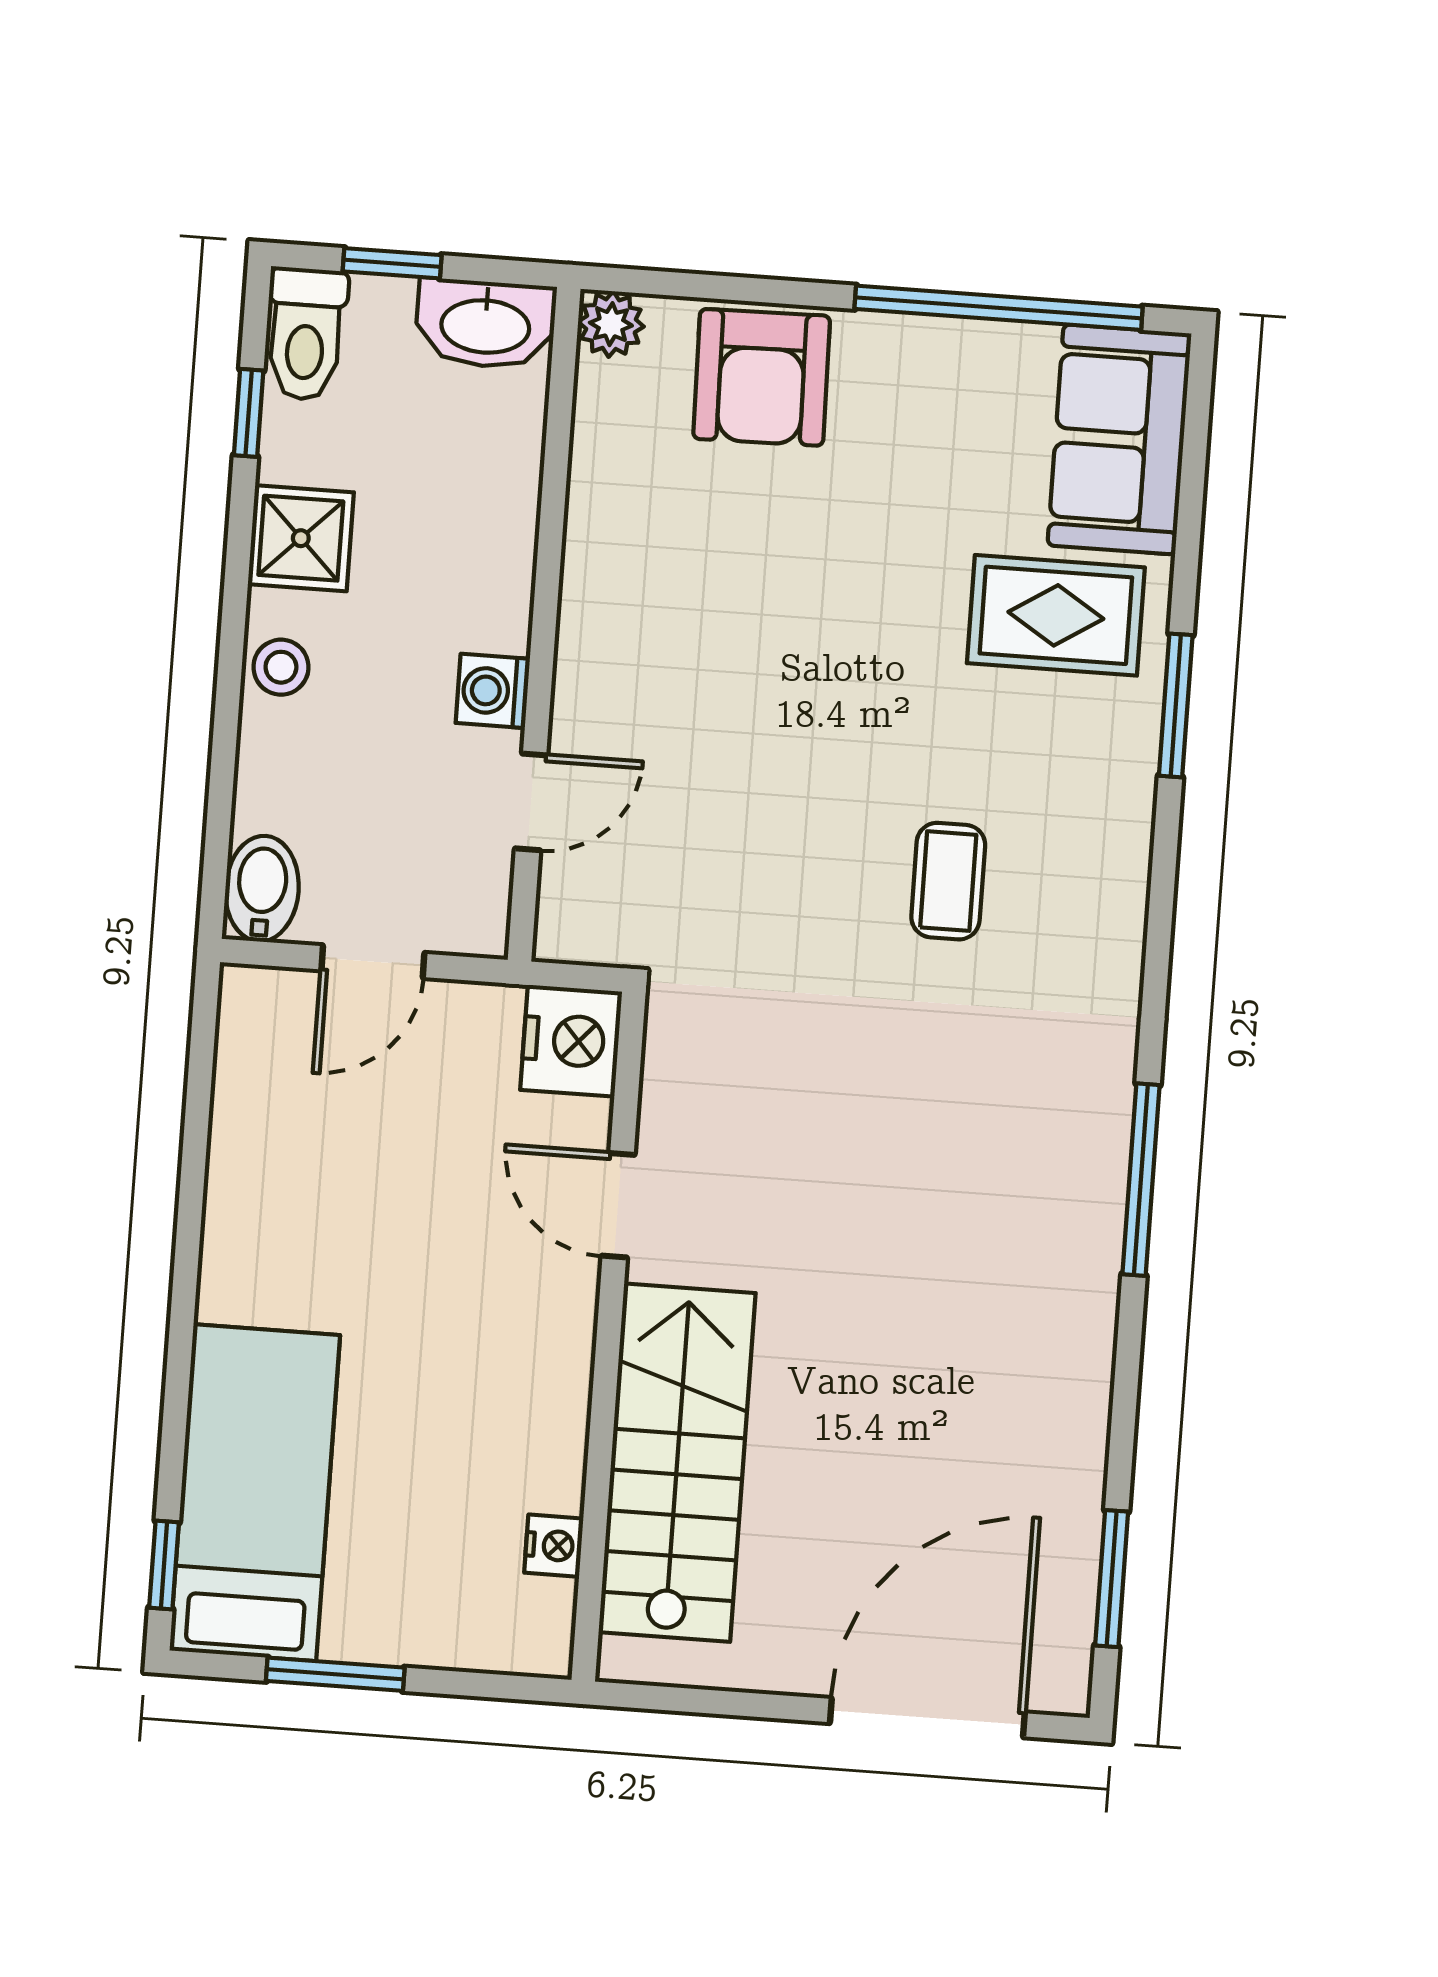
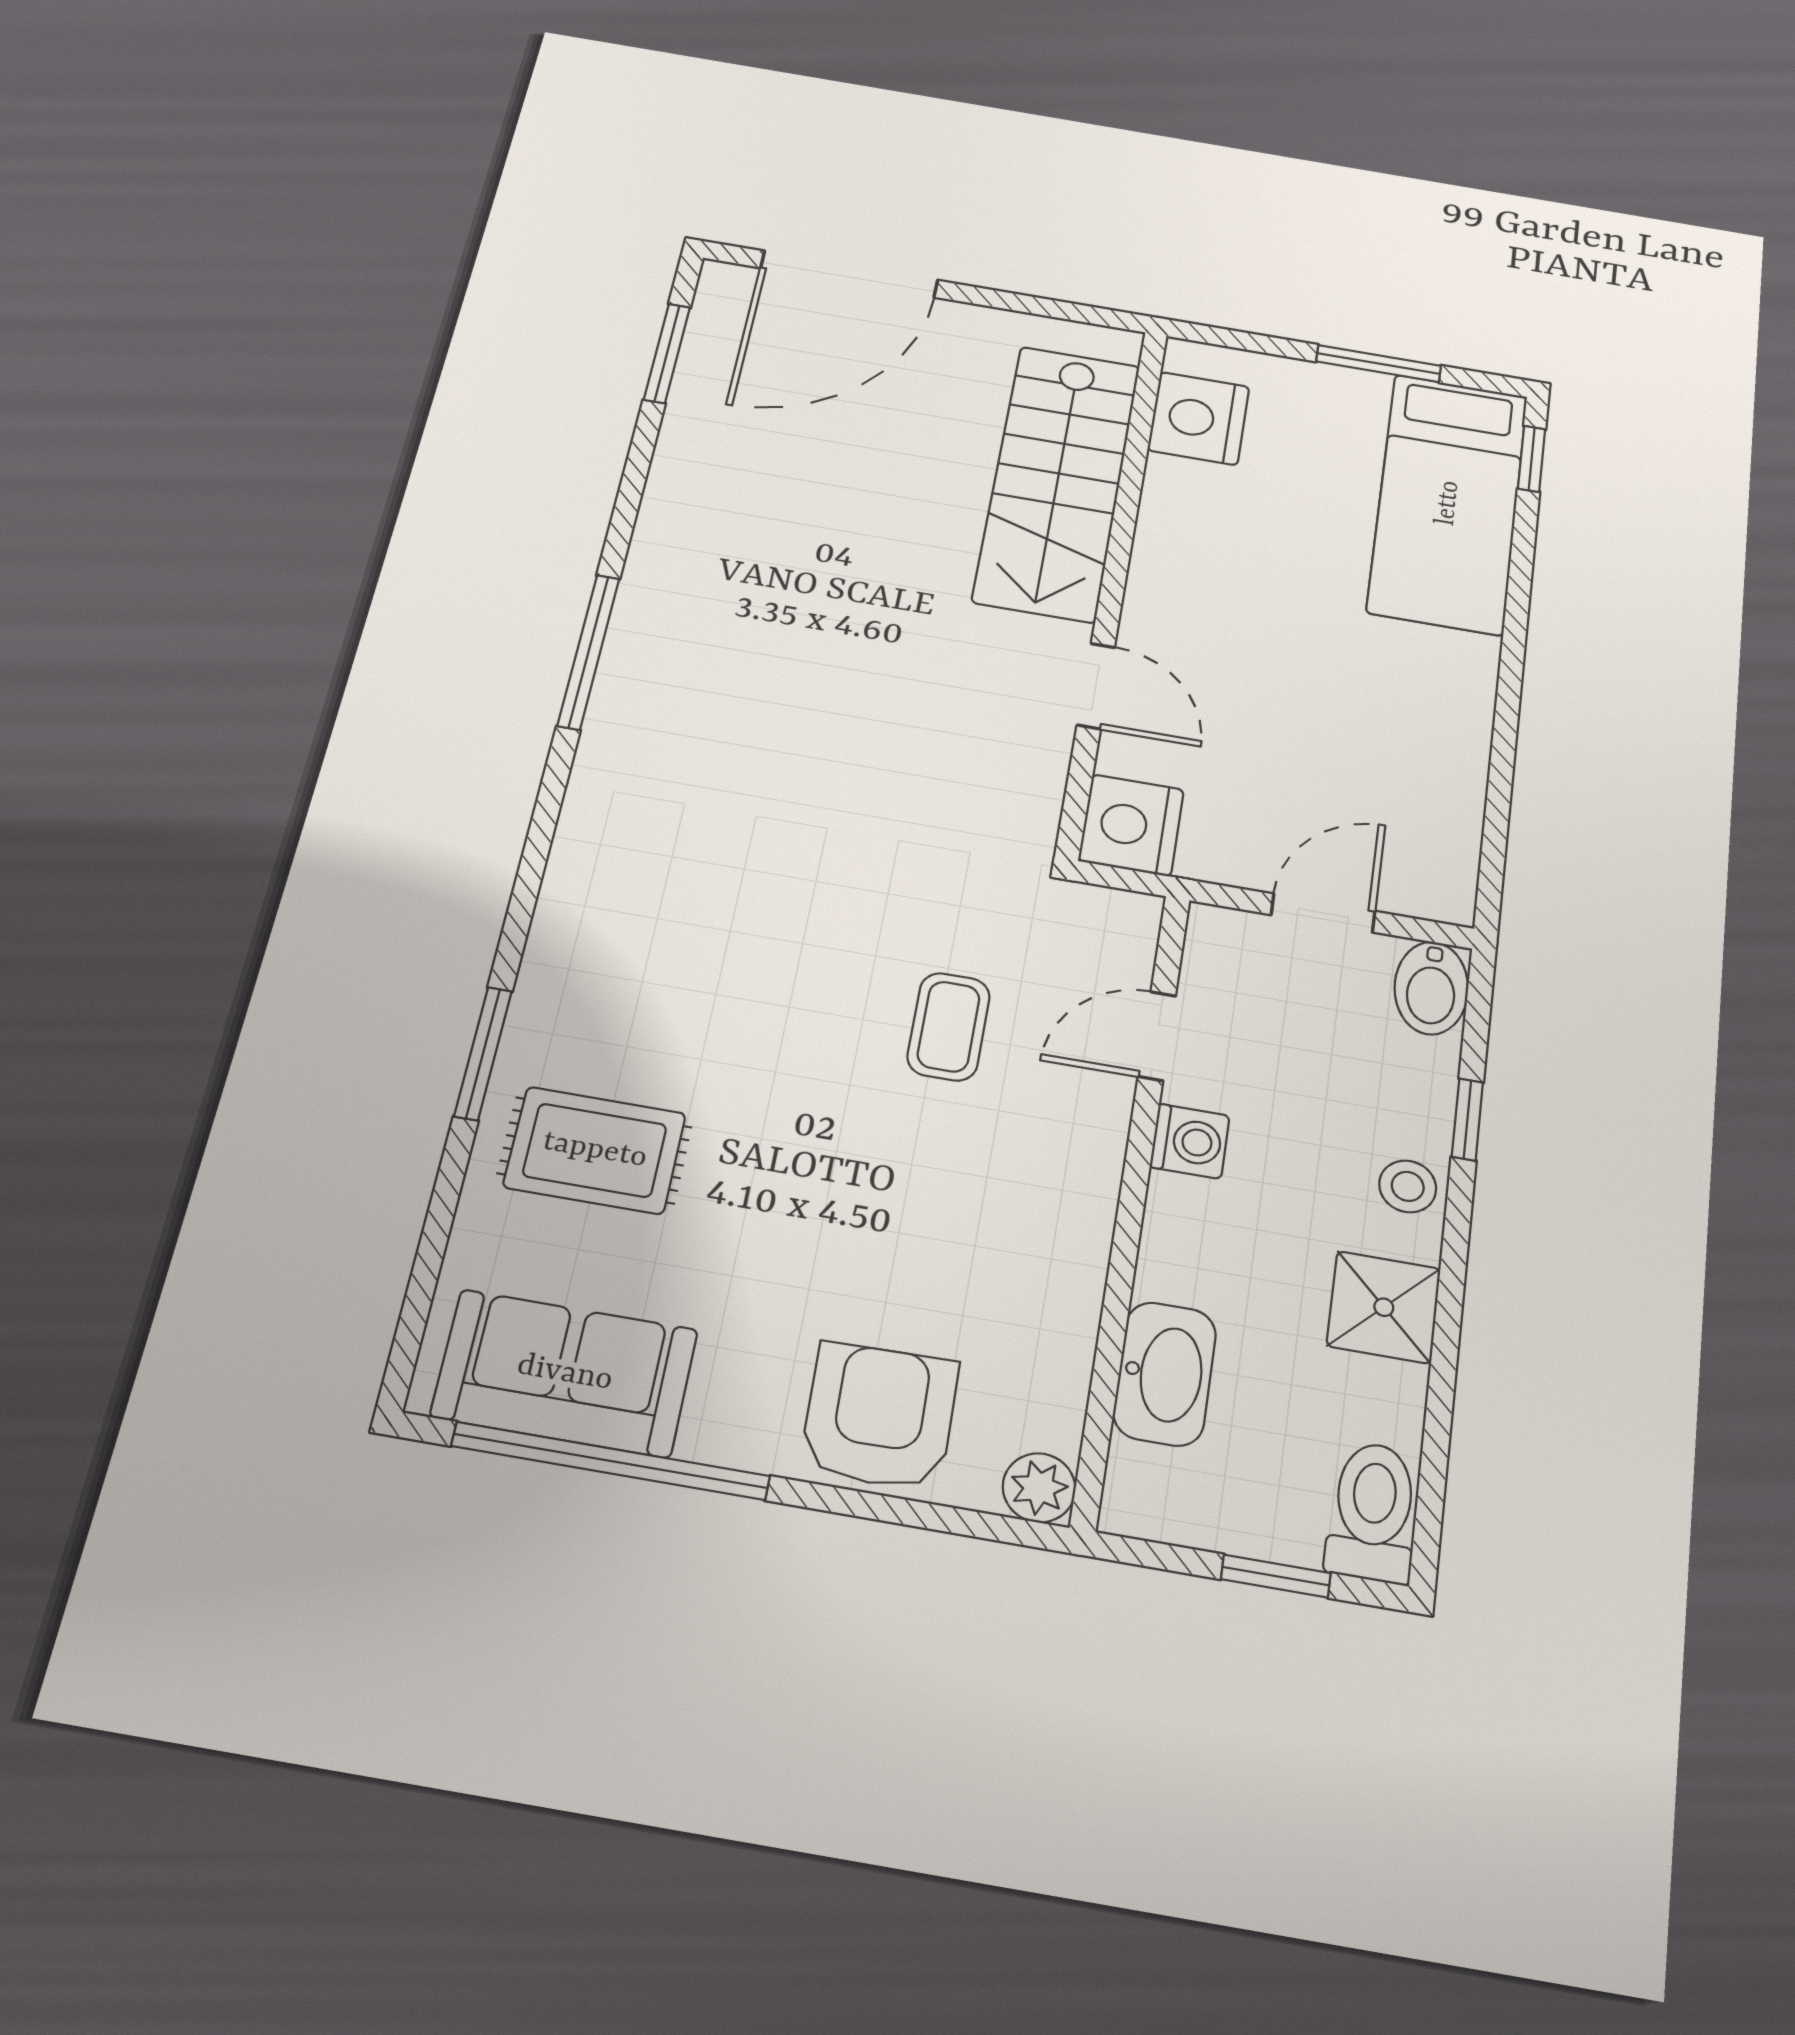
washbasin: (485, 324) -> (1165, 1374), moved, turned 90
window: (249, 413) -> (1467, 1119), moved
sofa: (1119, 439) -> (565, 1373), moved, turned -90
coffee table: (948, 881) -> (949, 1027), moved
nightstand: (554, 1546) -> (1199, 418), width x1.89, depth x1.79

